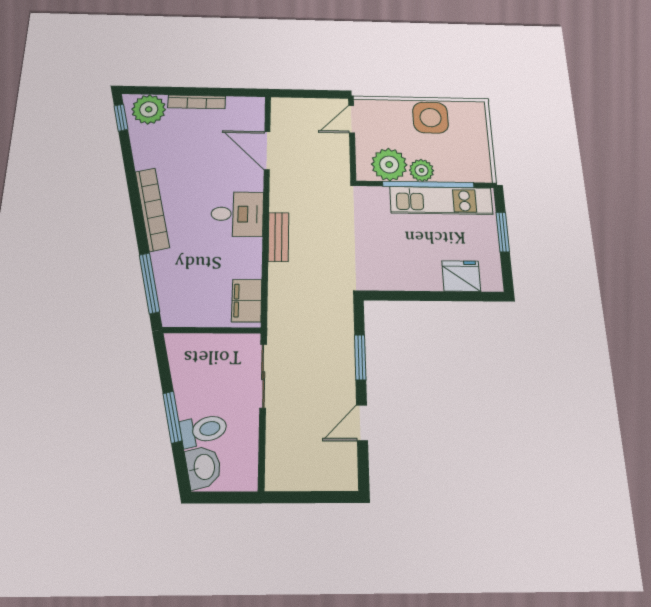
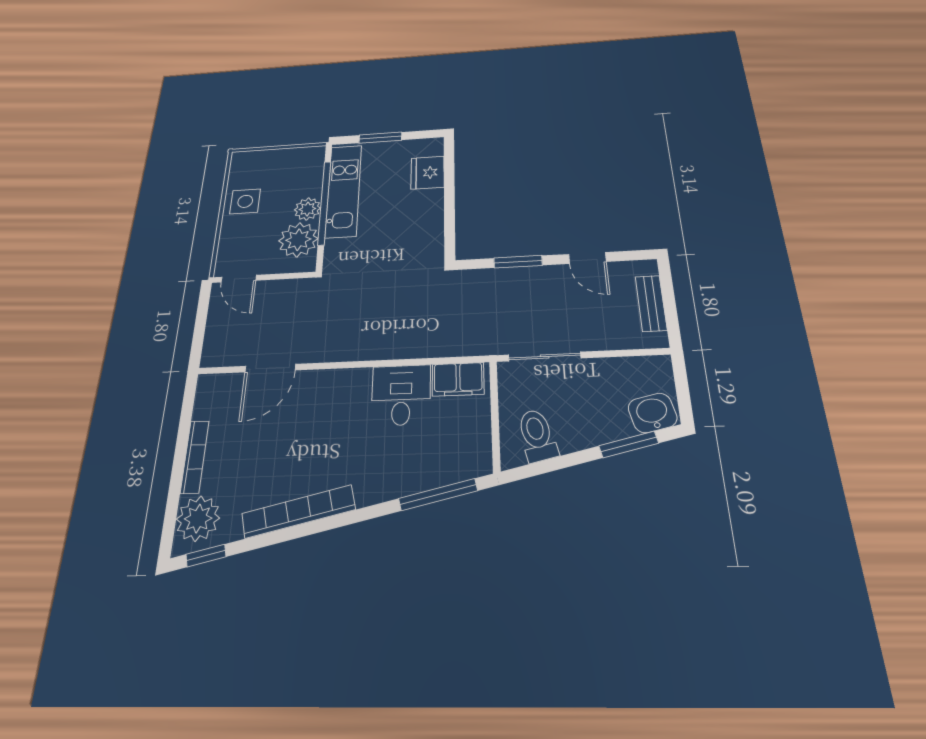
side table: (431, 118) -> (245, 201), width x0.73, depth x0.73
bookcase: (152, 209) -> (298, 511), moved
desk: (237, 214) -> (401, 395), moved
bench: (278, 237) -> (651, 303), moved, turned 90
window: (172, 417) -> (629, 444), moved
toilet: (204, 430) -> (537, 435), moved

